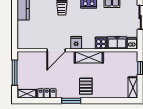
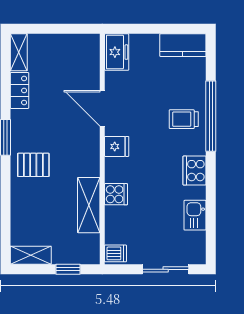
freezer: (117, 43) -> (117, 52), moved
shelving: (89, 57) -> (89, 205), moved
window: (15, 73) -> (59, 29), removed

